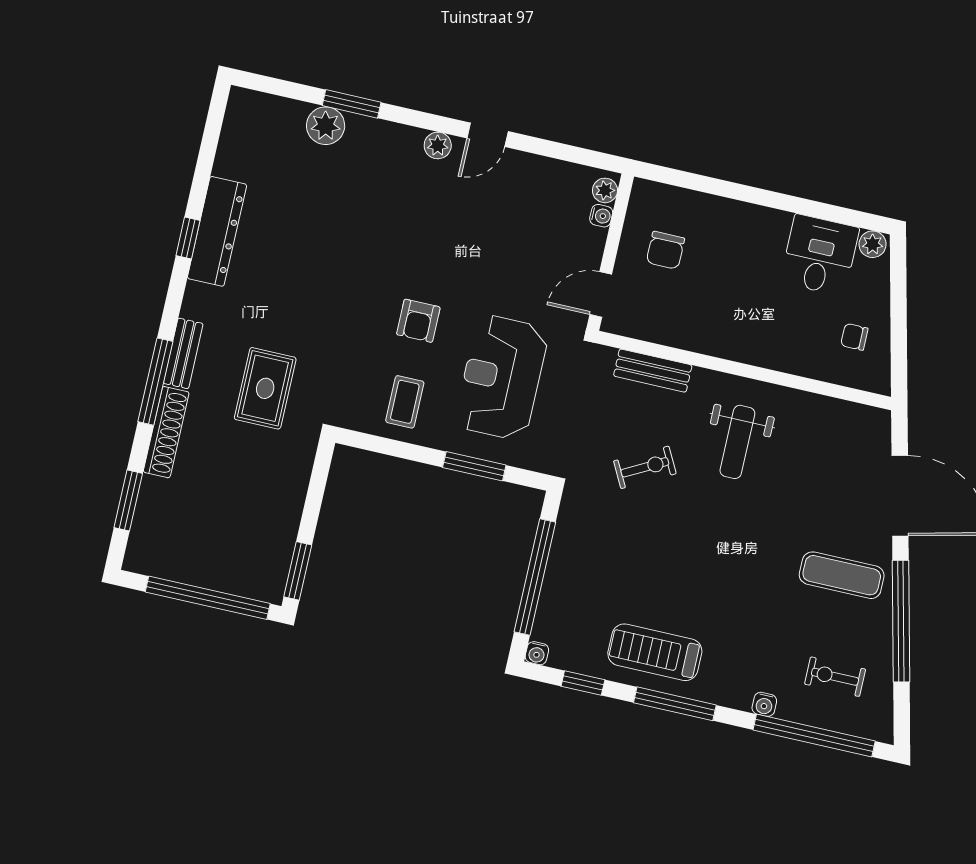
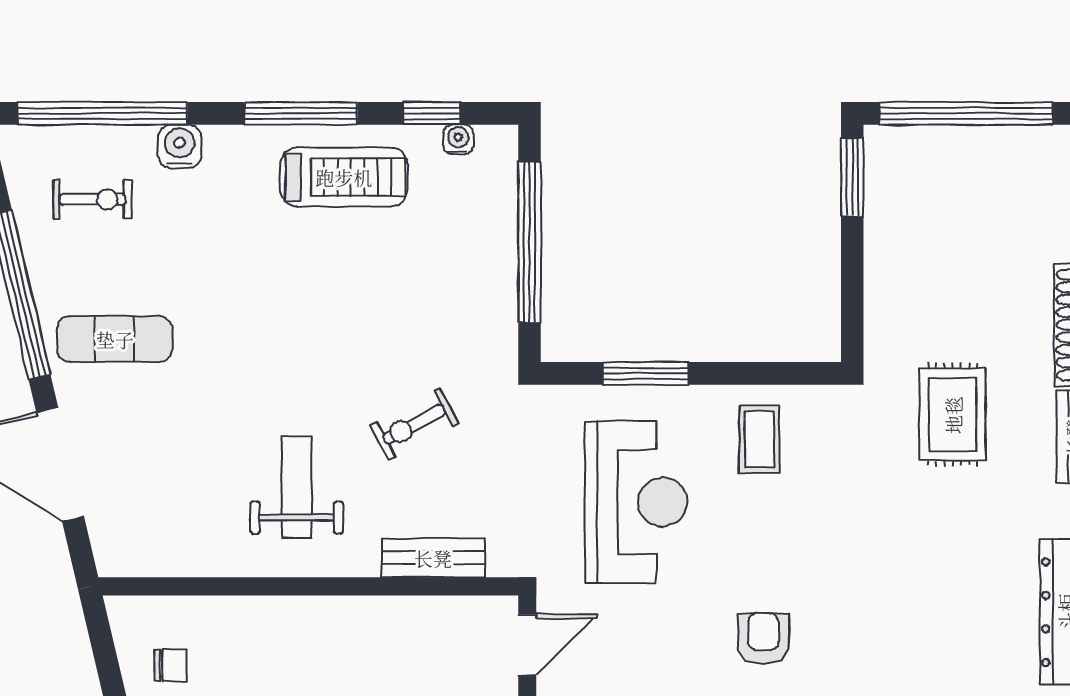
armchair: (418, 321) -> (763, 639), moved
water cooler: (537, 653) -> (458, 140), moved
water cooler: (764, 704) -> (180, 146), width x1.38, depth x1.38

